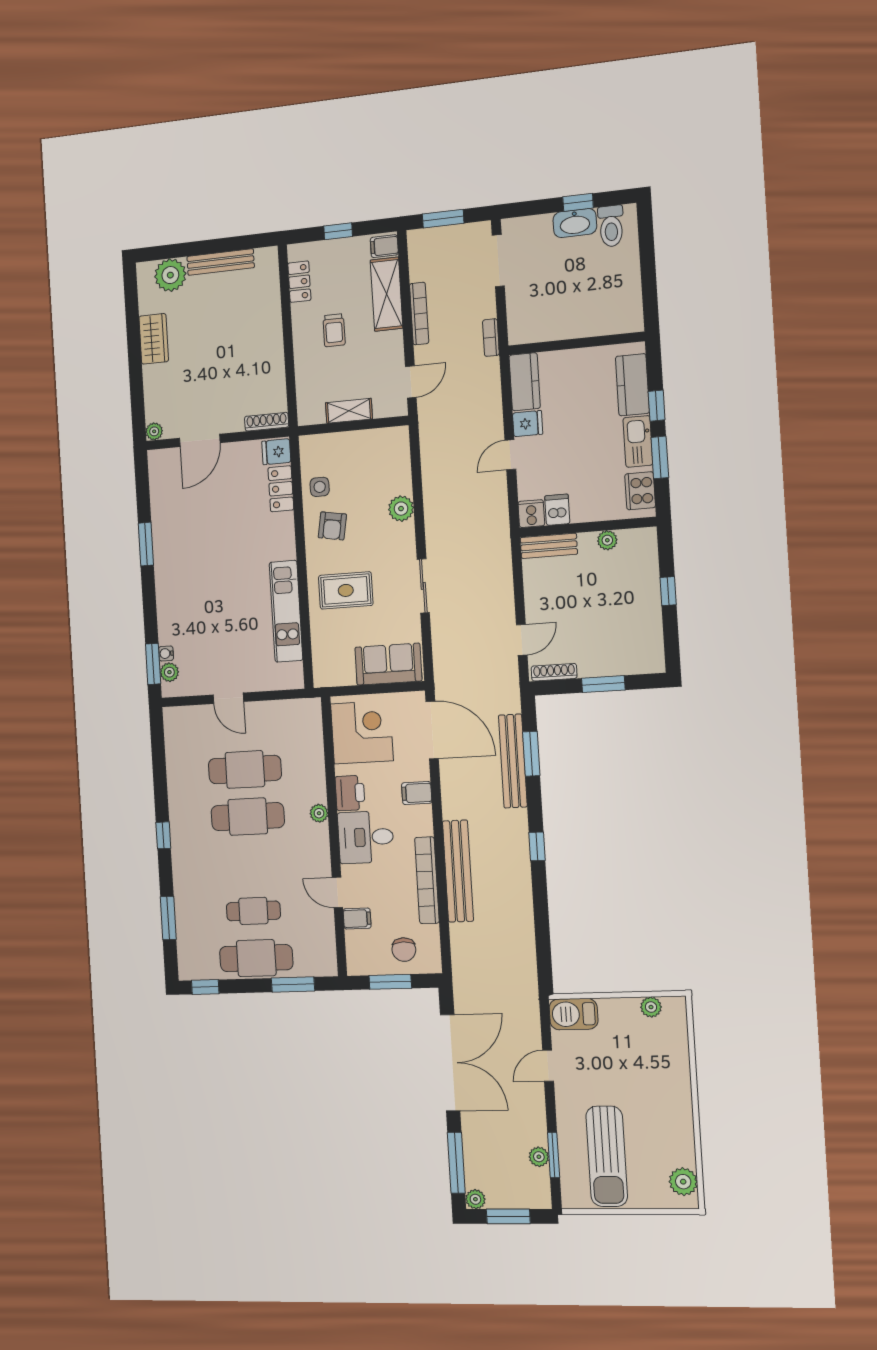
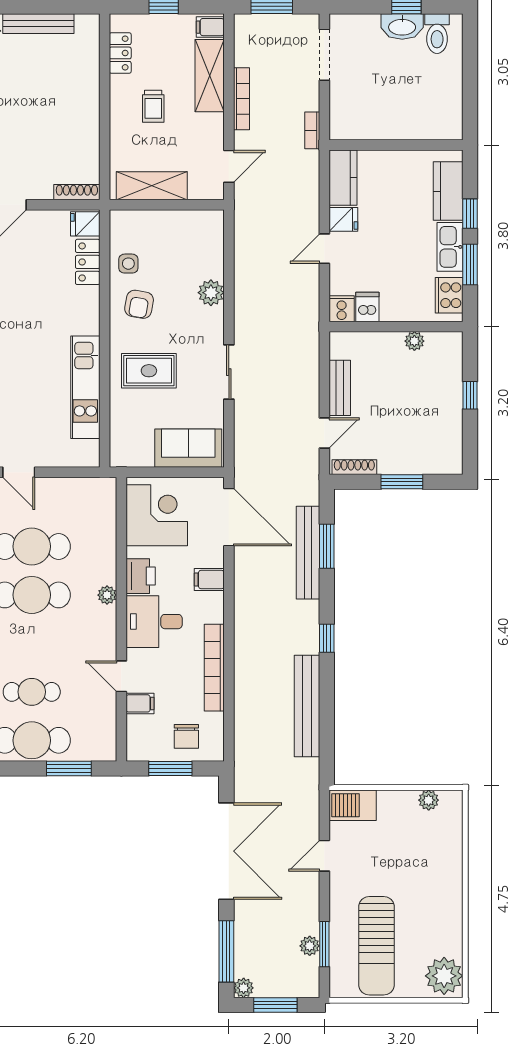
shelving: (349, 411) -> (152, 186), width x1.50, depth x1.33
bench: (549, 546) -> (340, 388), moved, turned 90
bench: (458, 871) -> (307, 706), moved
plant: (683, 1182) -> (444, 976), width x1.36, depth x1.36

